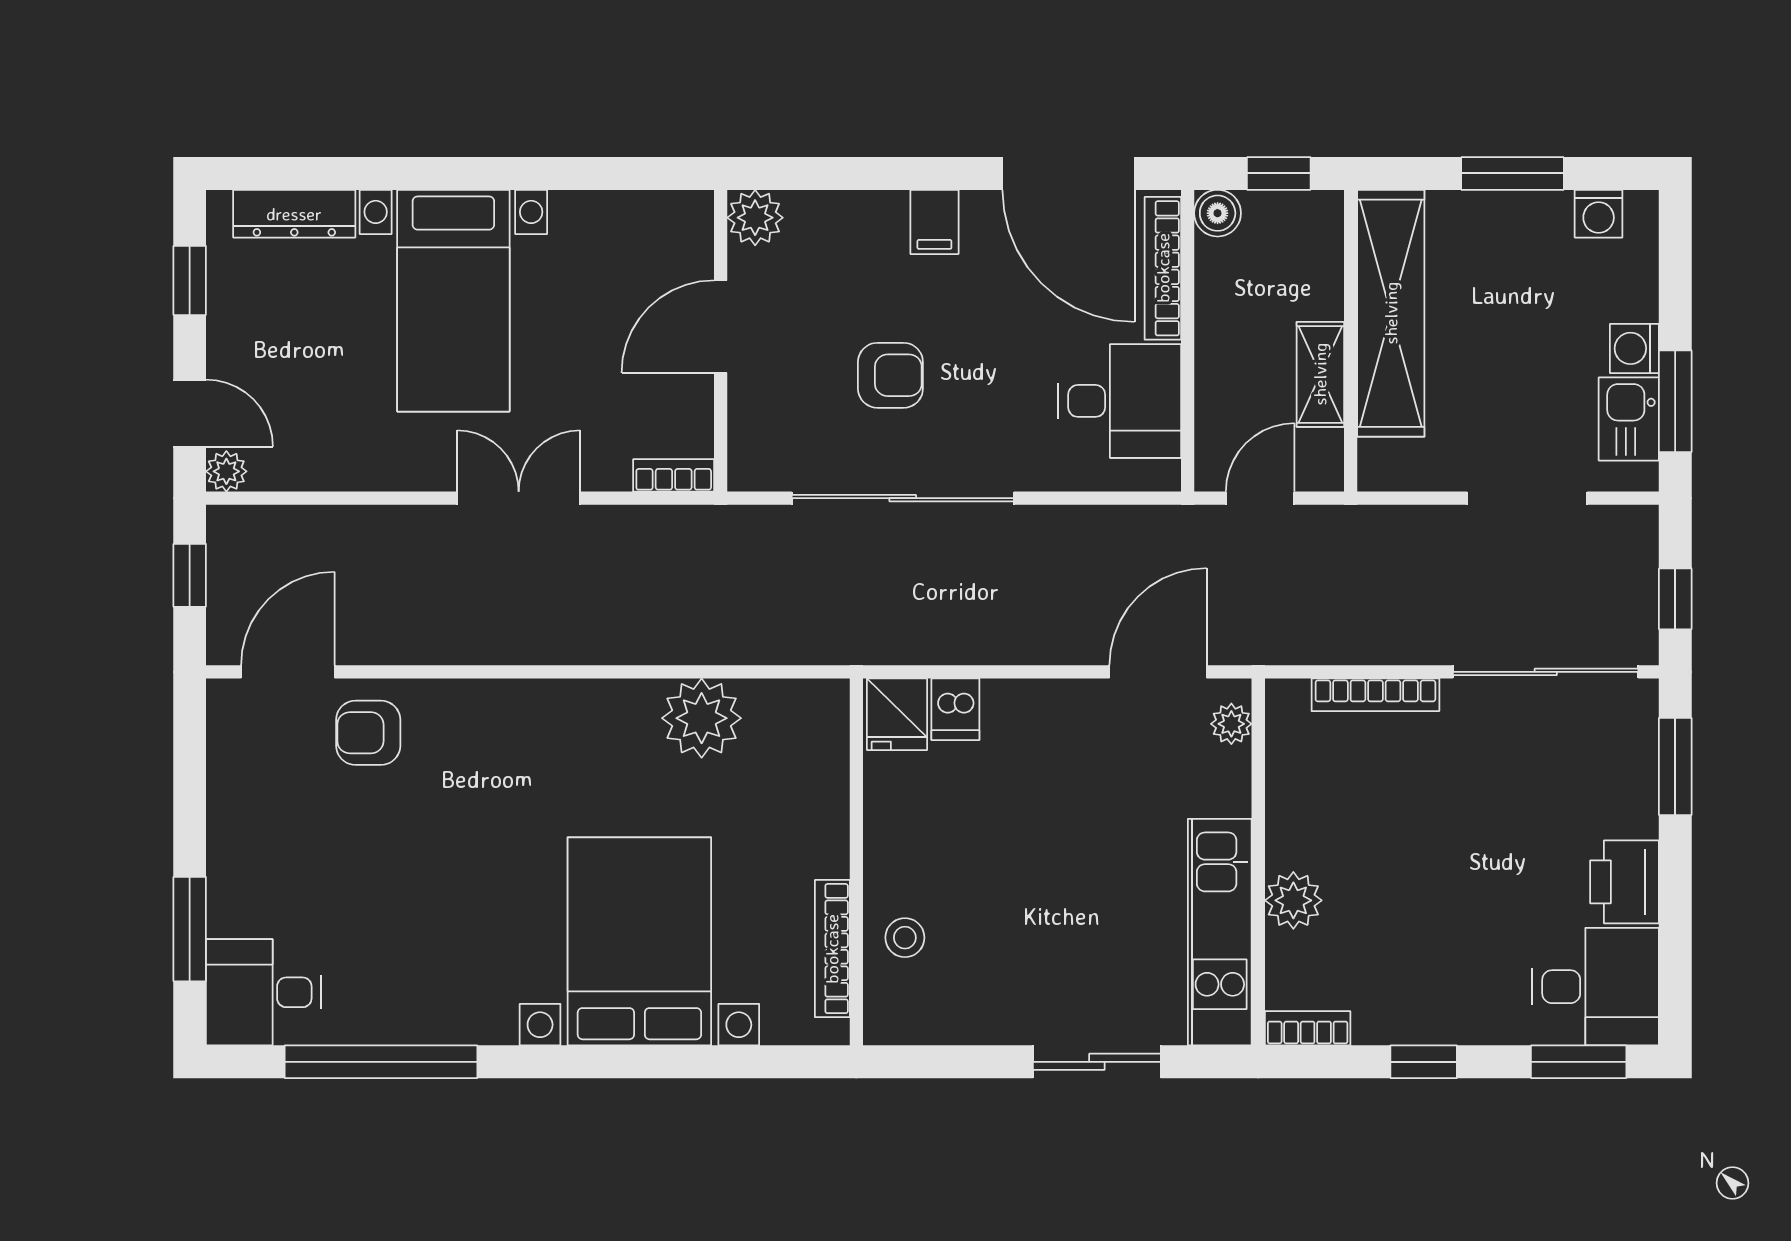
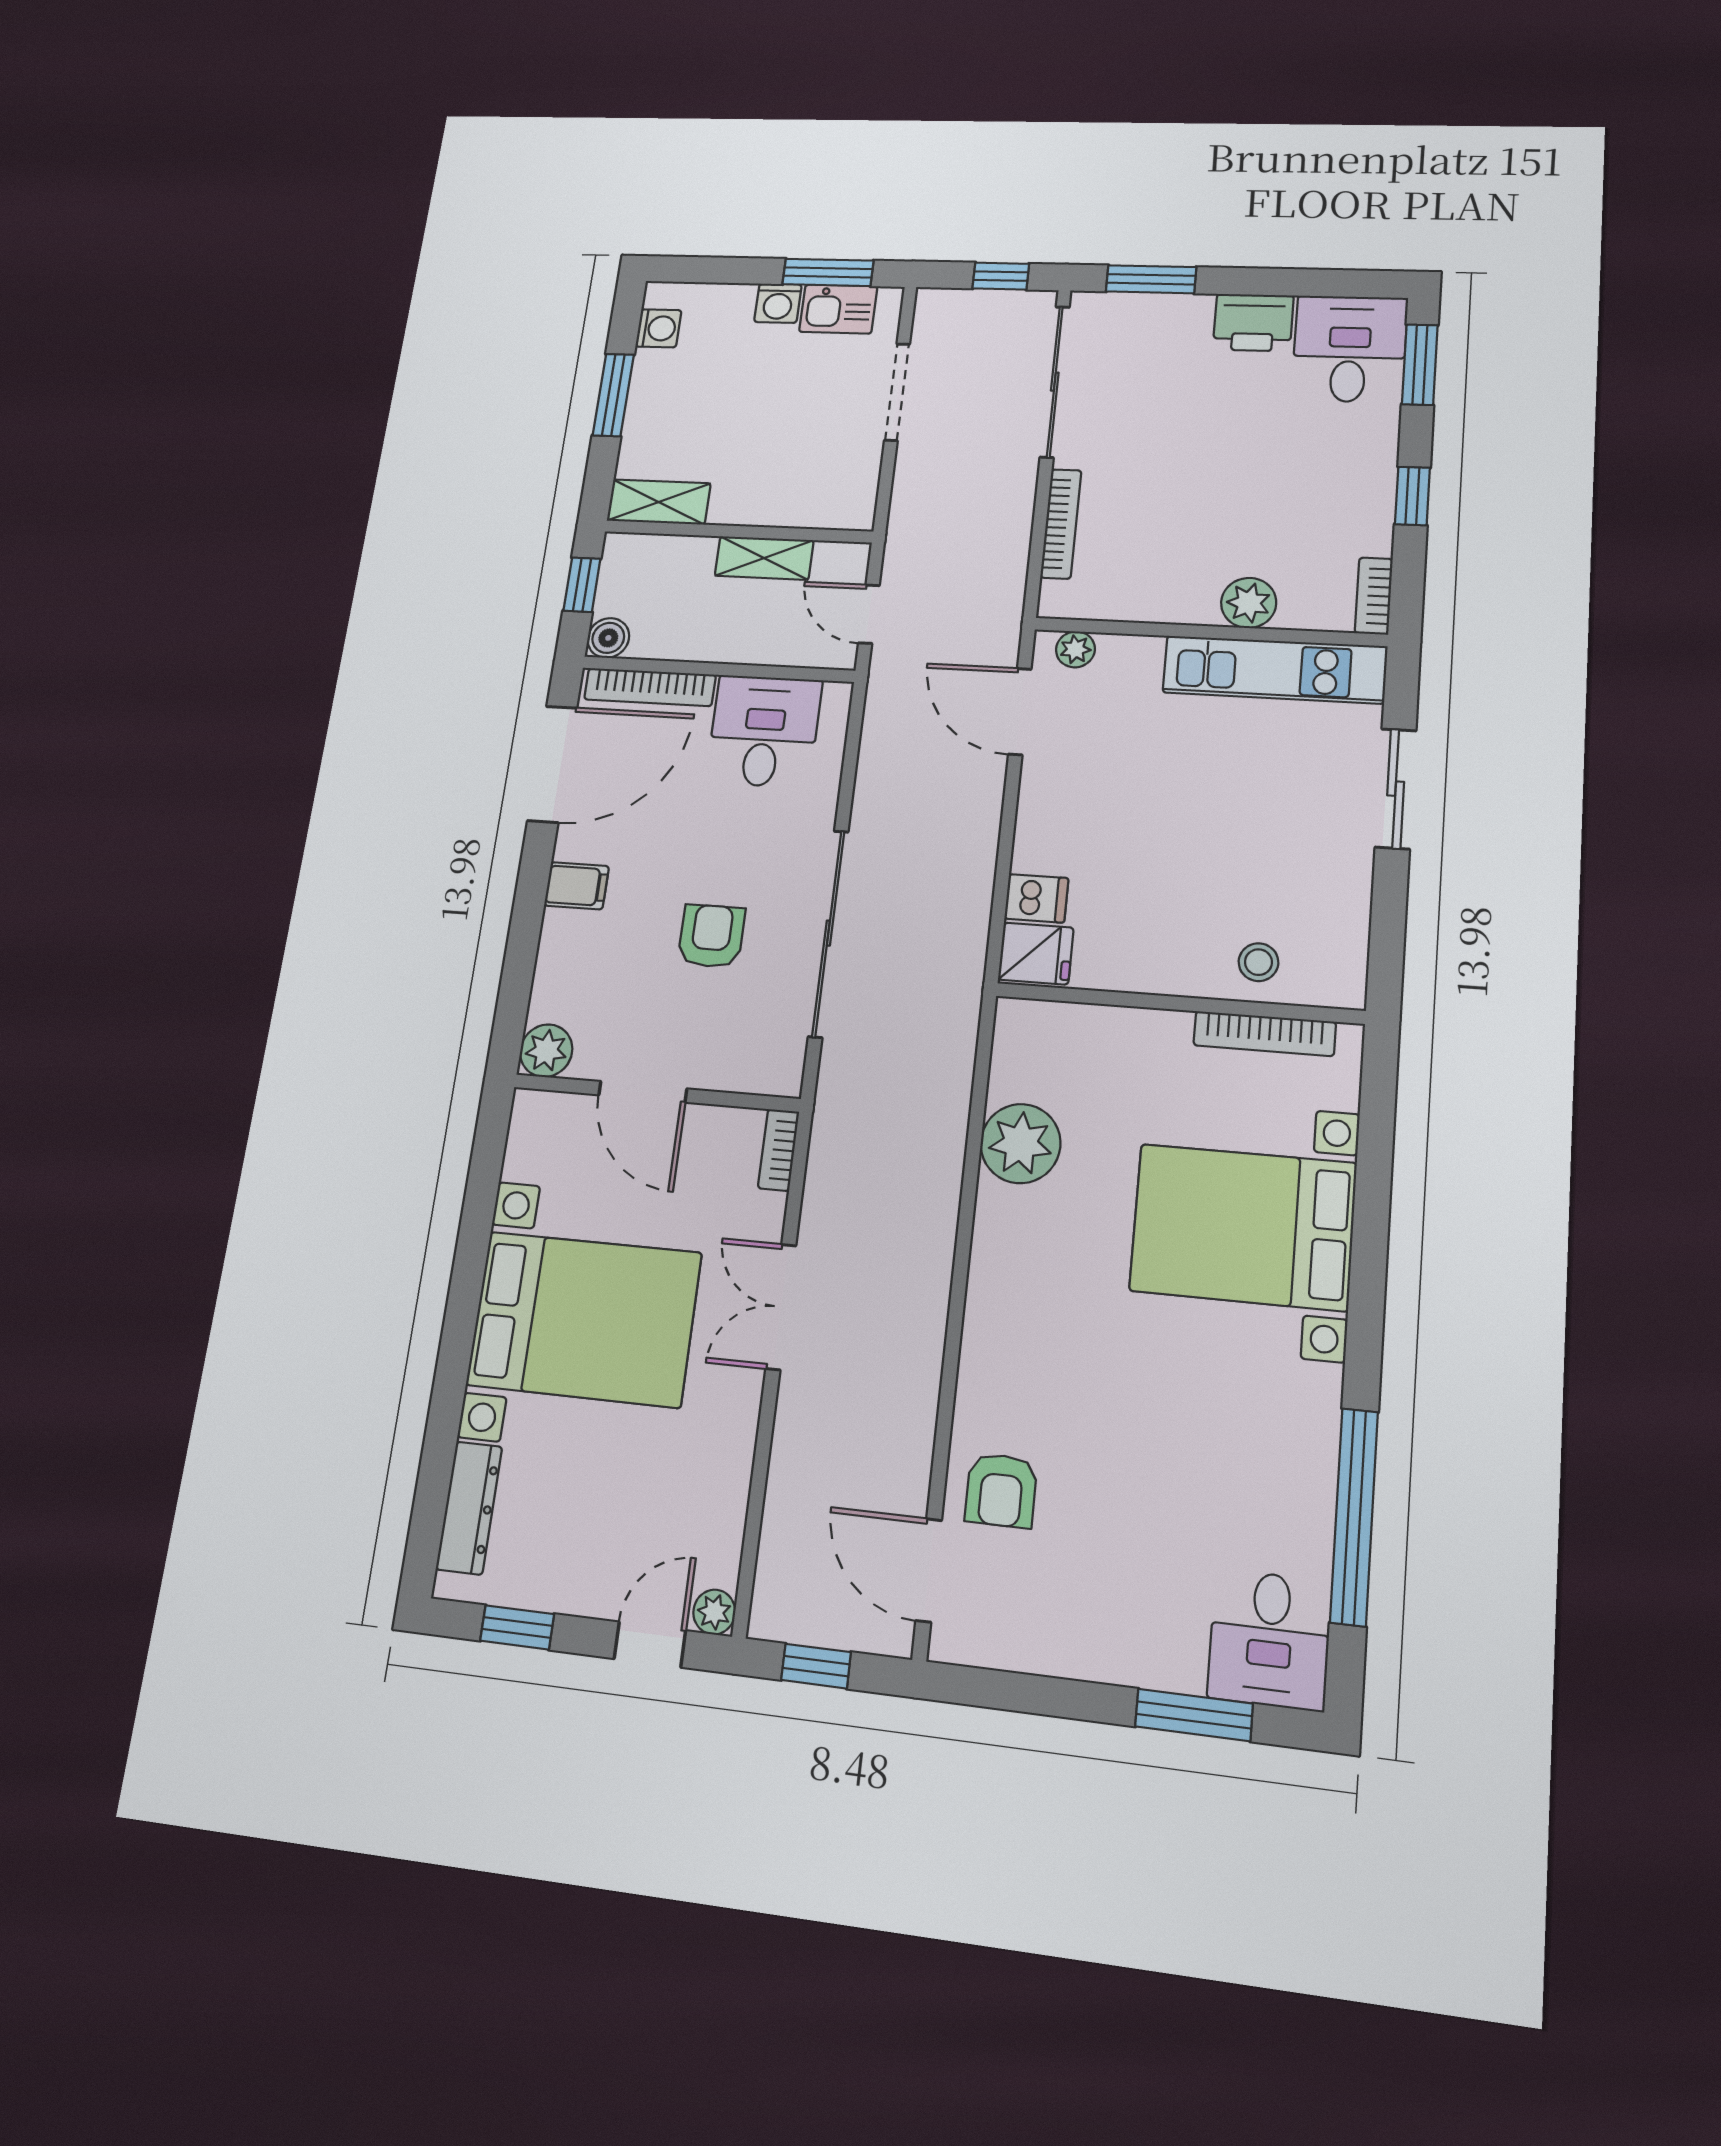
bed with nightstands: (453, 301) -> (584, 1319), width x1.36
shelving: (1391, 313) -> (659, 502), width x0.45, depth x0.75

